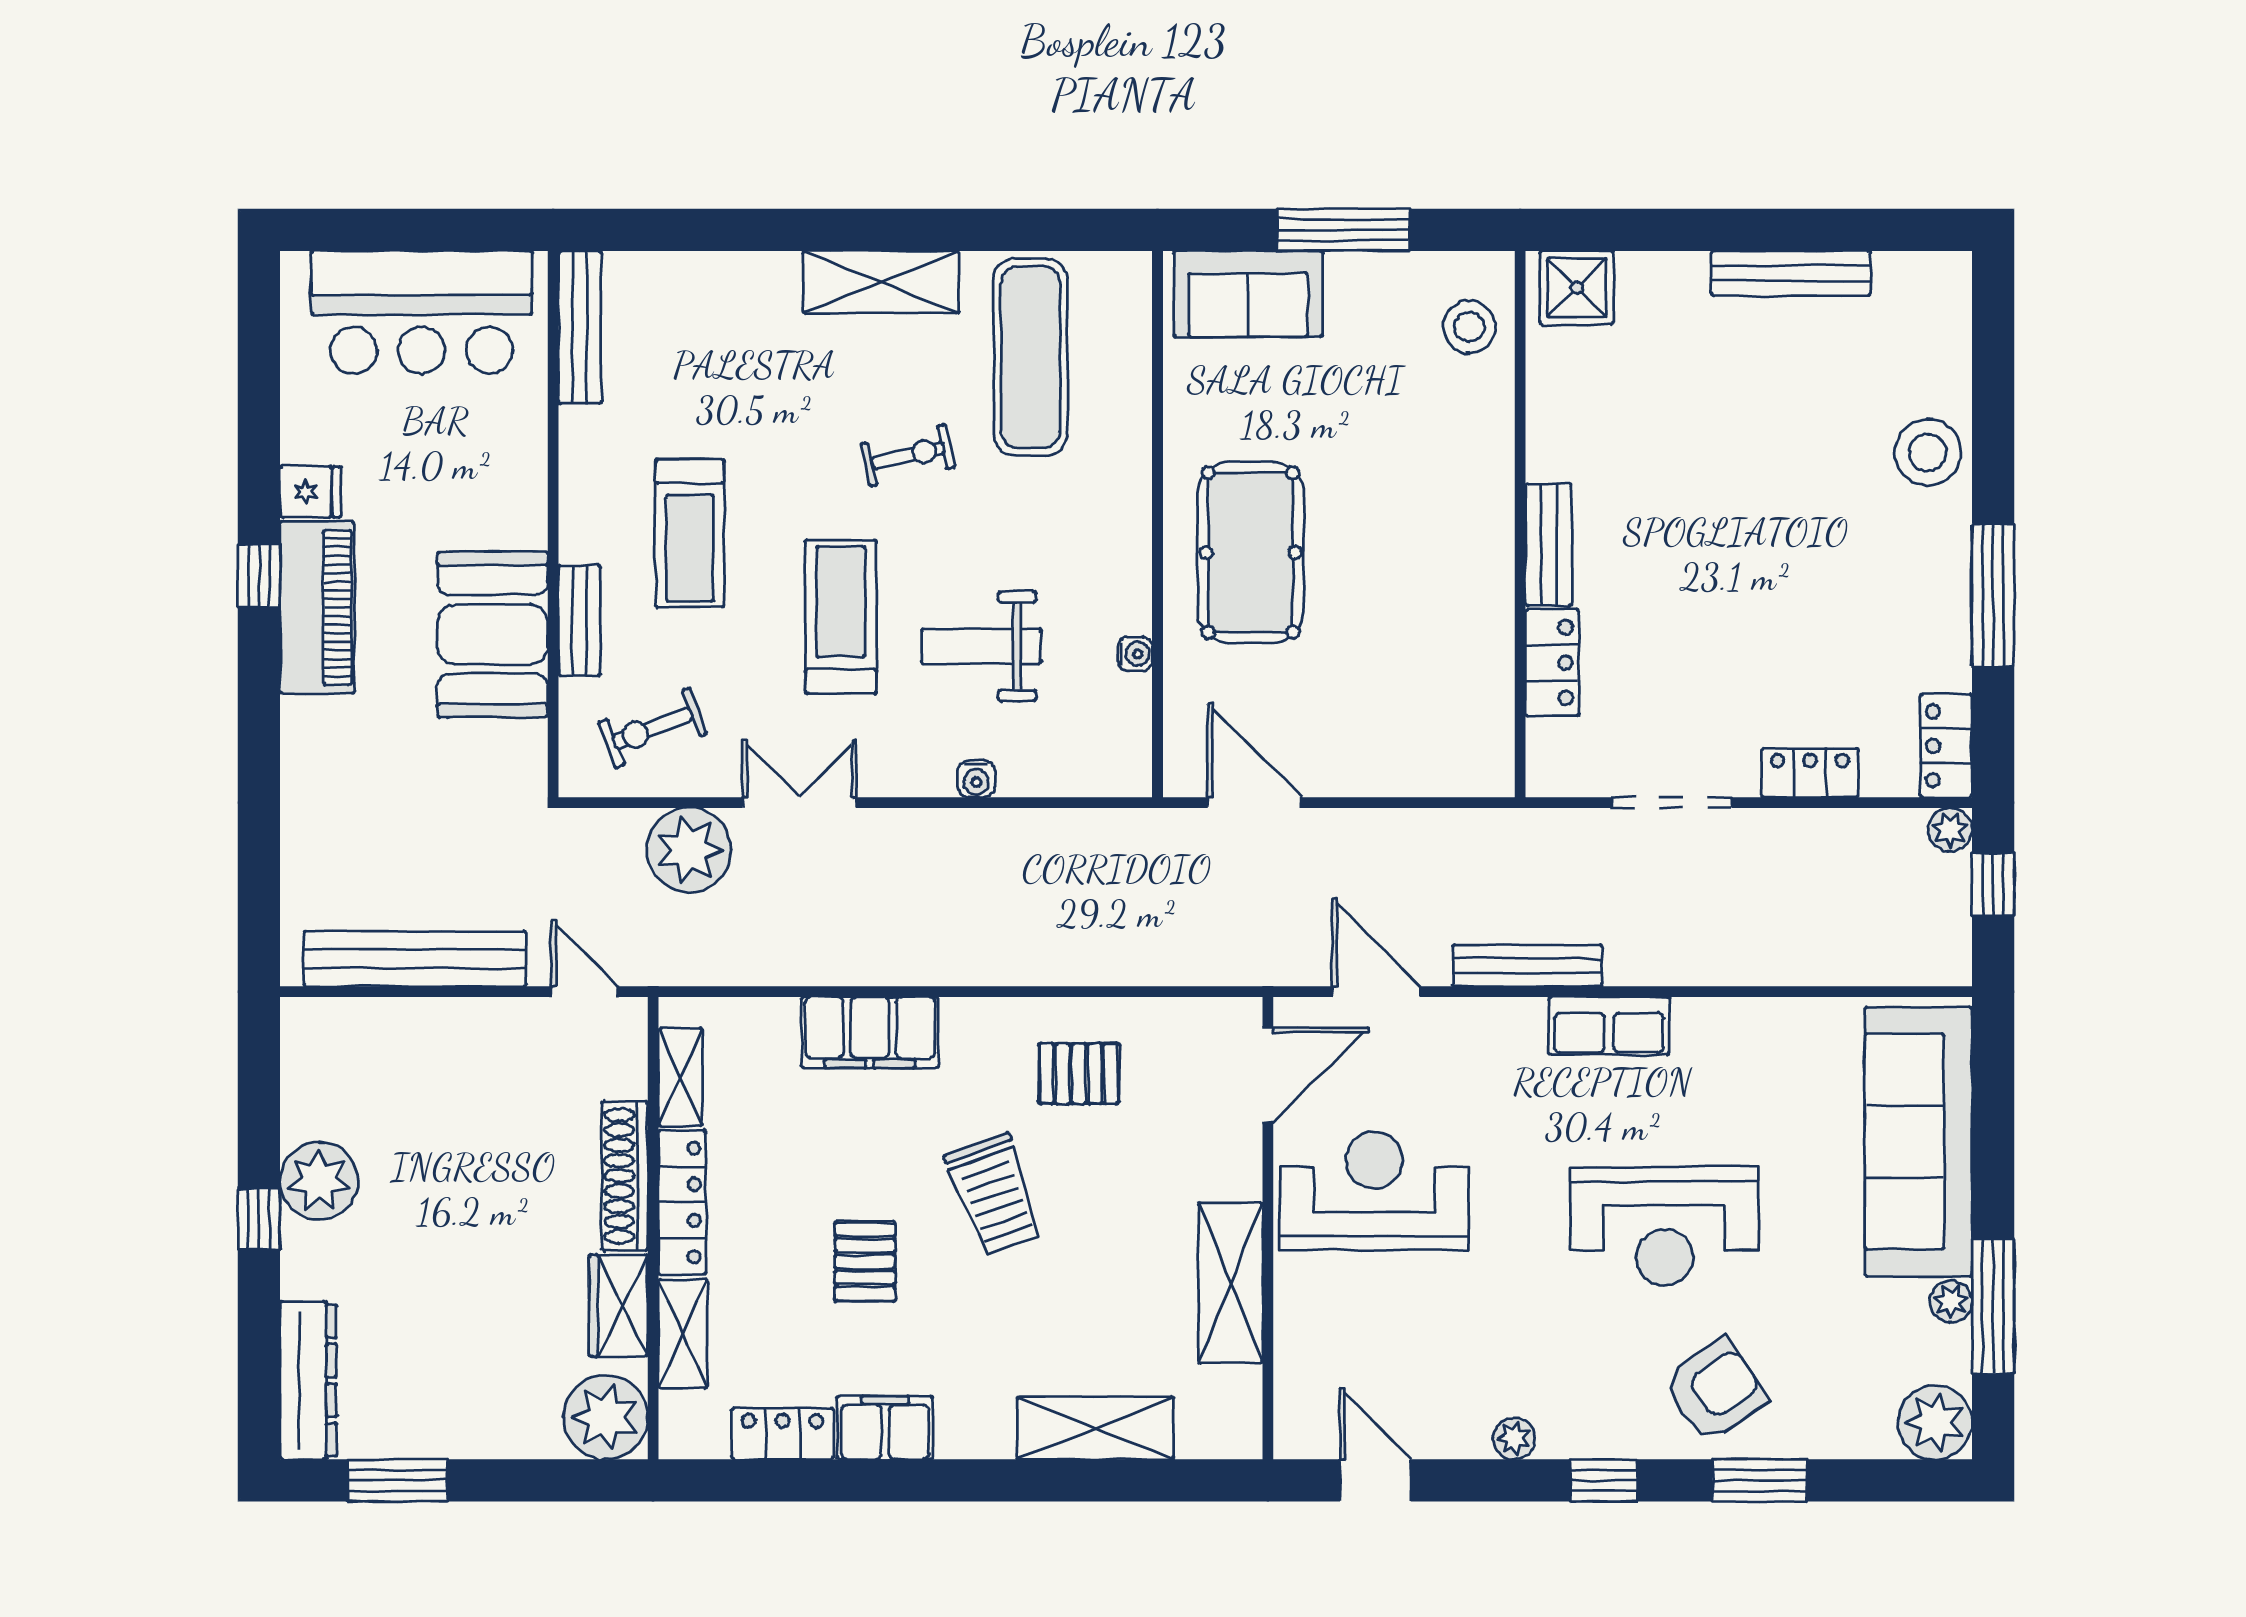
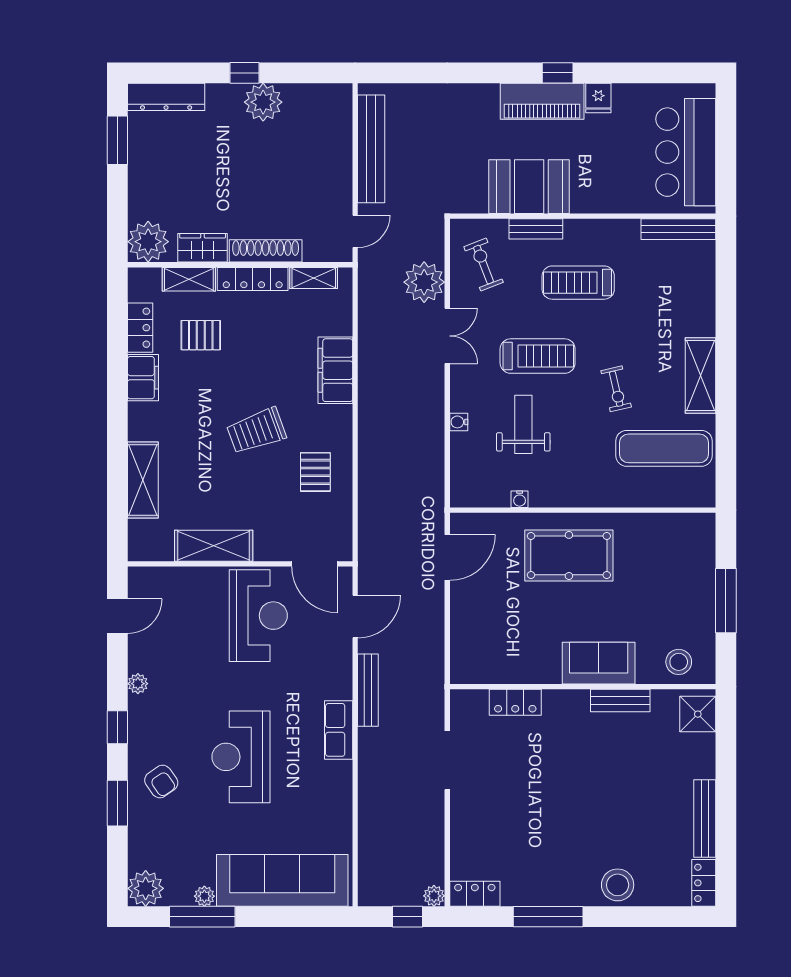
sofa: (1248, 294) -> (599, 663), moved, turned 90
bench: (1549, 545) -> (620, 700), moved
locker: (1810, 773) -> (704, 883), moved, turned 180
pallet: (865, 1262) -> (201, 335), moved
armchair: (1715, 1390) -> (161, 781), width x0.72, depth x0.72

